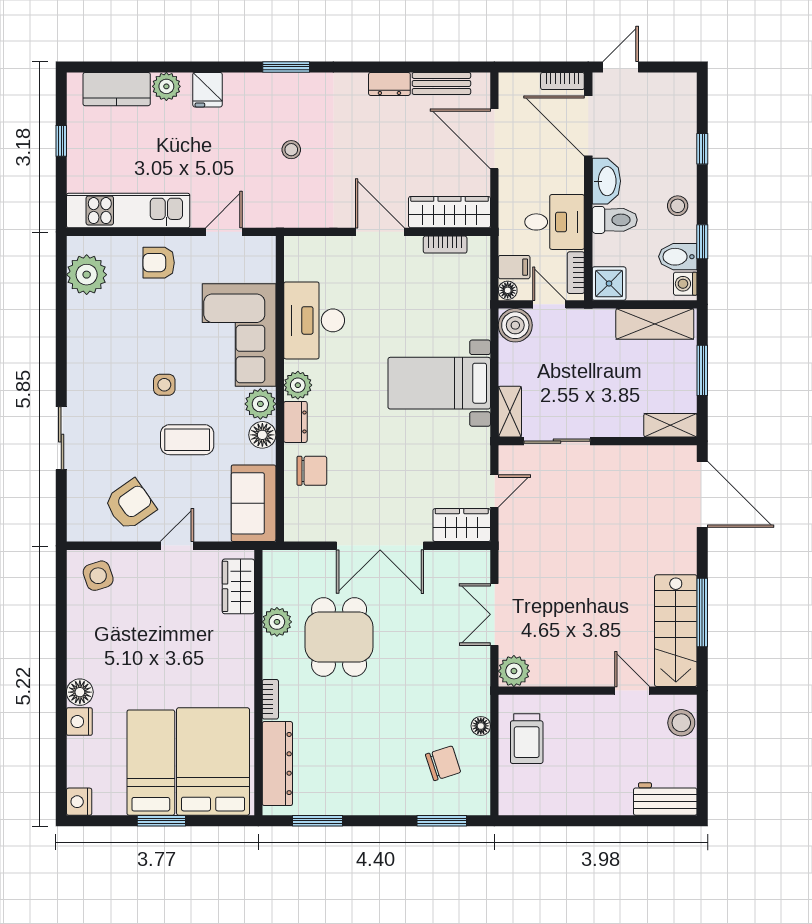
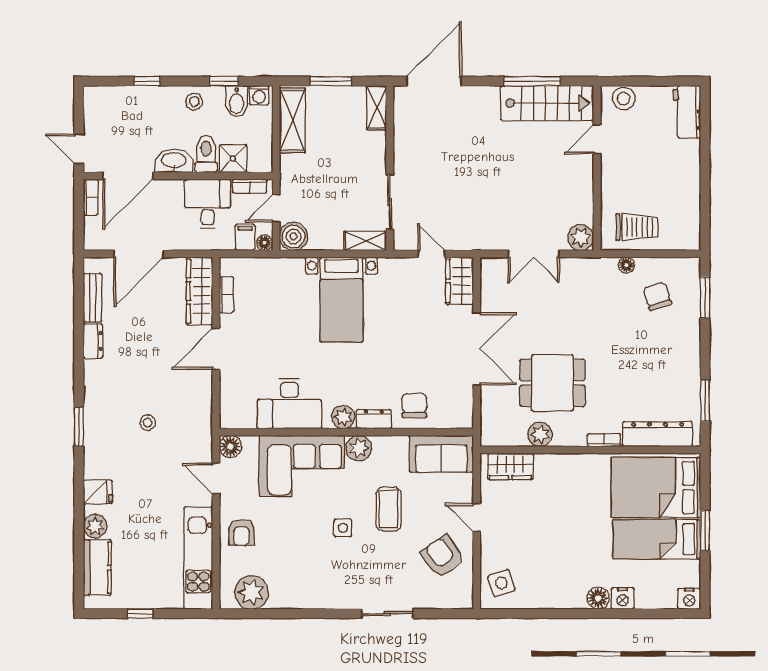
shower: (609, 284) -> (233, 159), moved
floor lamp: (262, 435) -> (230, 447), moved

